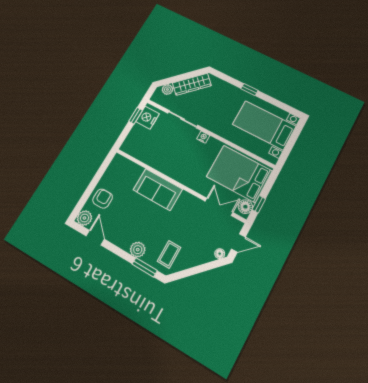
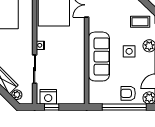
window: (92, 187) -> (124, 107), added
sofa: (158, 190) -> (99, 57), width x1.36
side table: (145, 224) -> (129, 51), added

